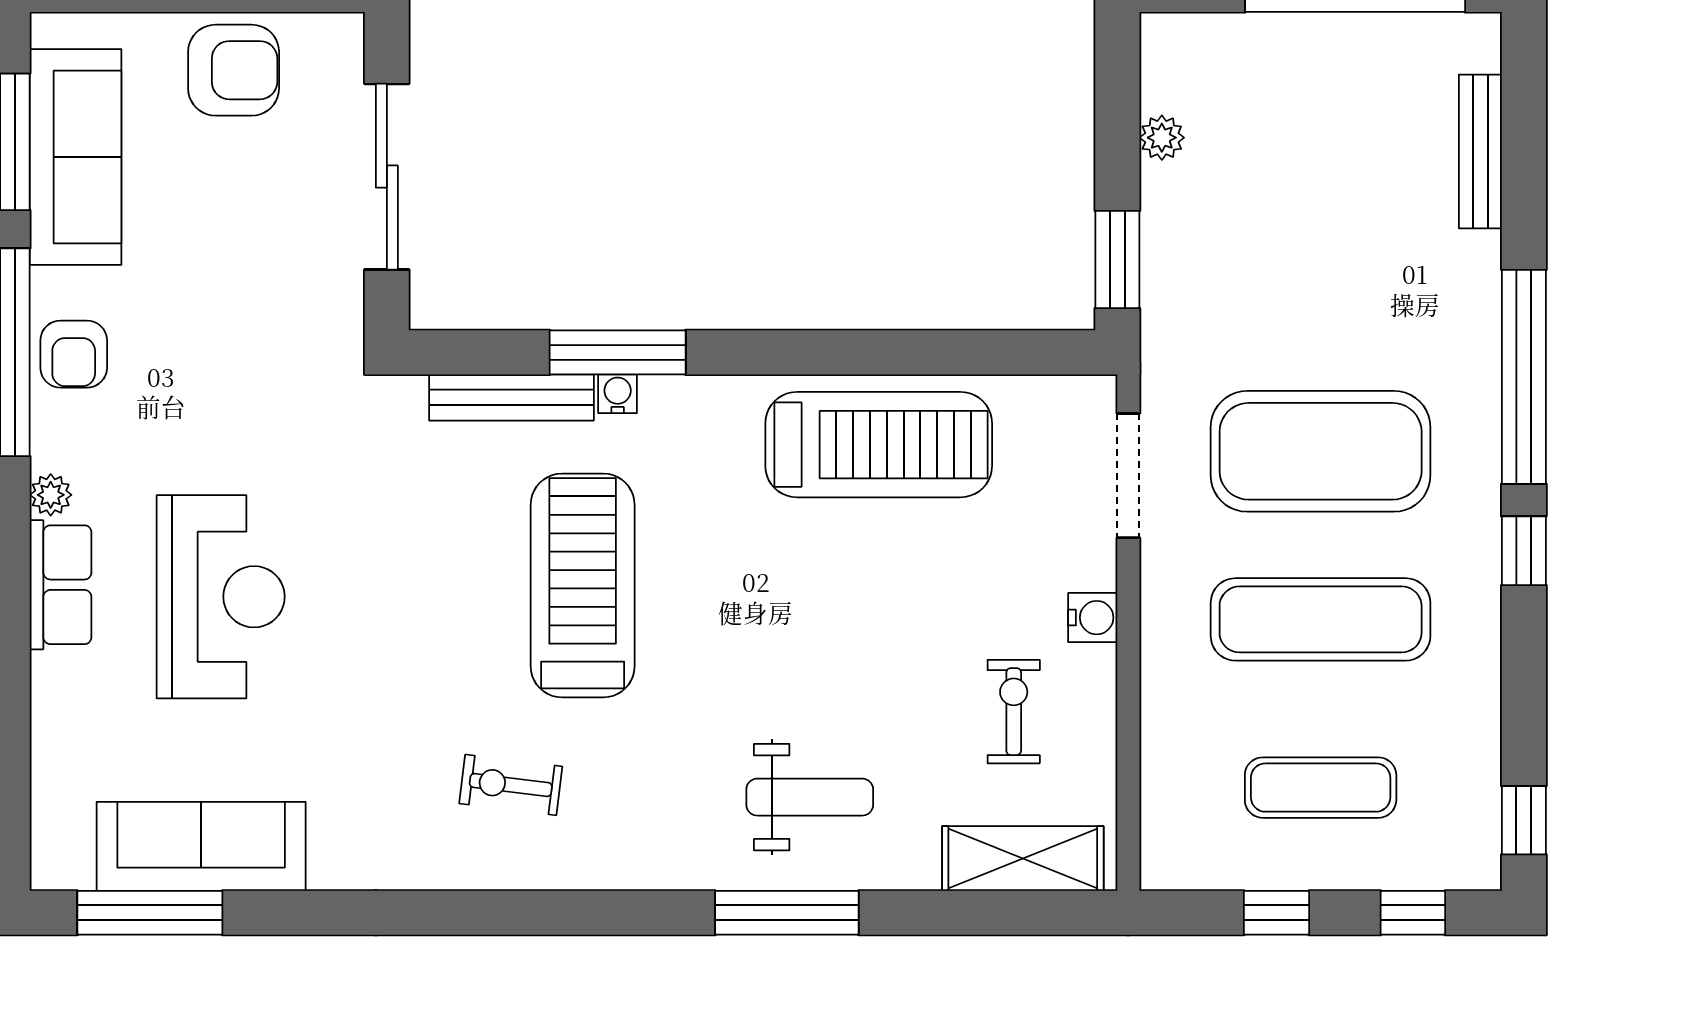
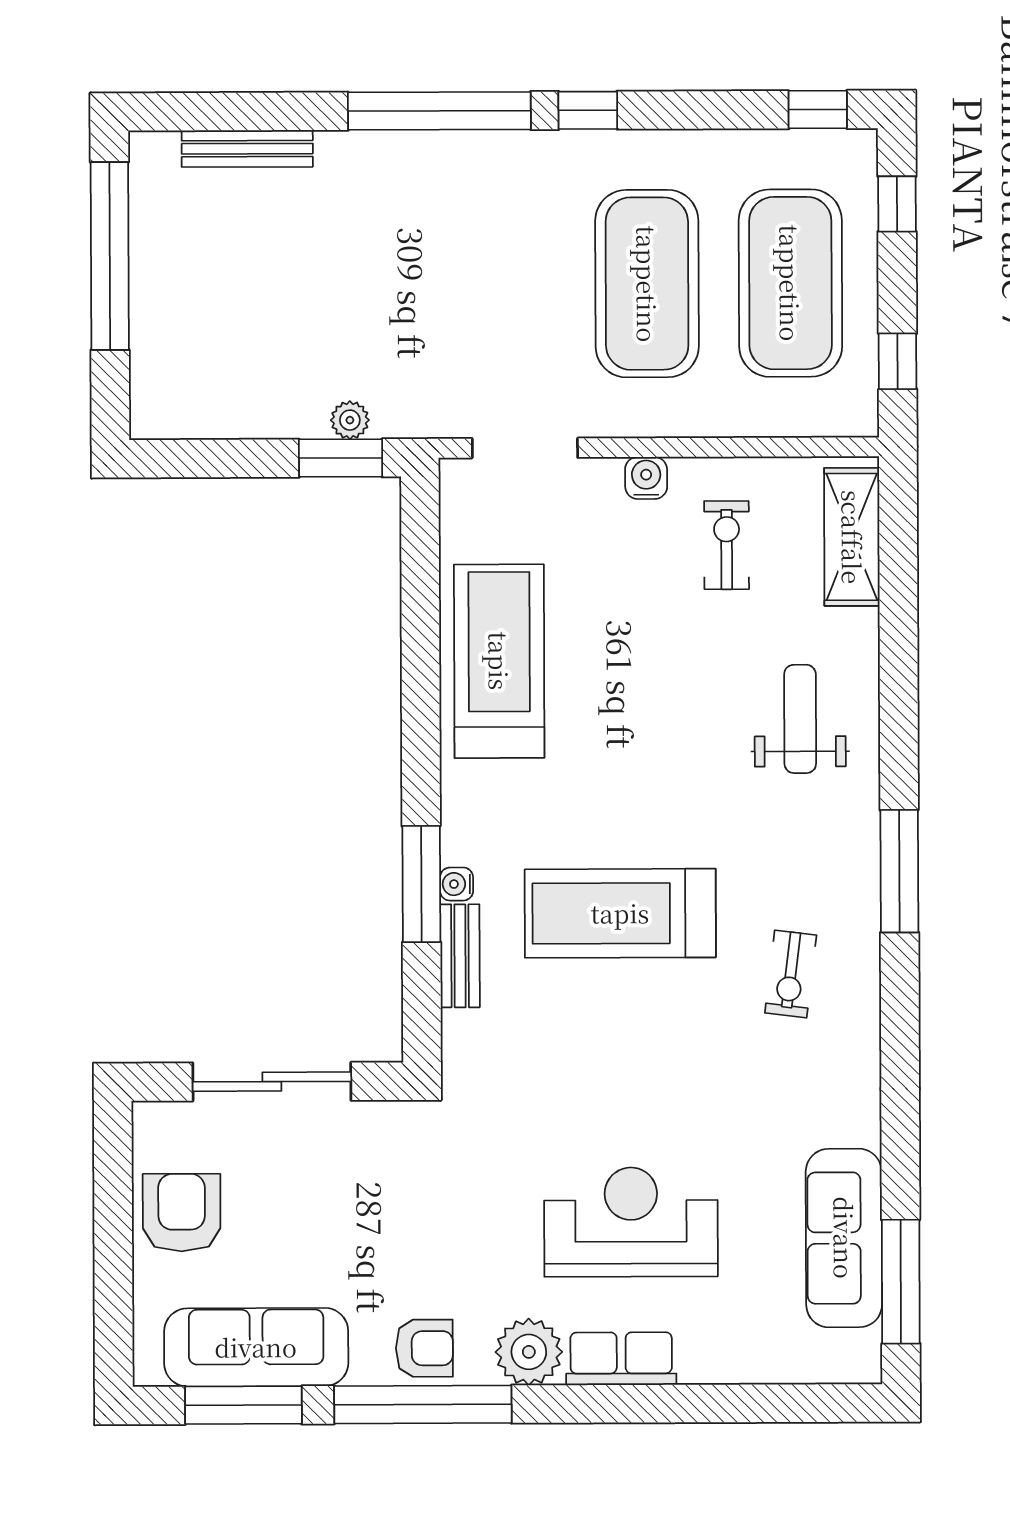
plant: (1162, 138) -> (350, 420), moved
bench: (511, 397) -> (460, 956), width x0.73
exercise mat: (1321, 451) -> (504, 284), removed
plant: (51, 495) -> (529, 1352), width x1.88, depth x1.88
exercise mat: (1321, 619) -> (647, 284), width x1.47
exercise bike: (1014, 712) -> (727, 545), turned 90
exercise mat: (1321, 788) -> (790, 283), width x2.00, depth x1.45
window: (787, 913) -> (899, 871), moved
window: (1277, 913) -> (898, 361), moved

